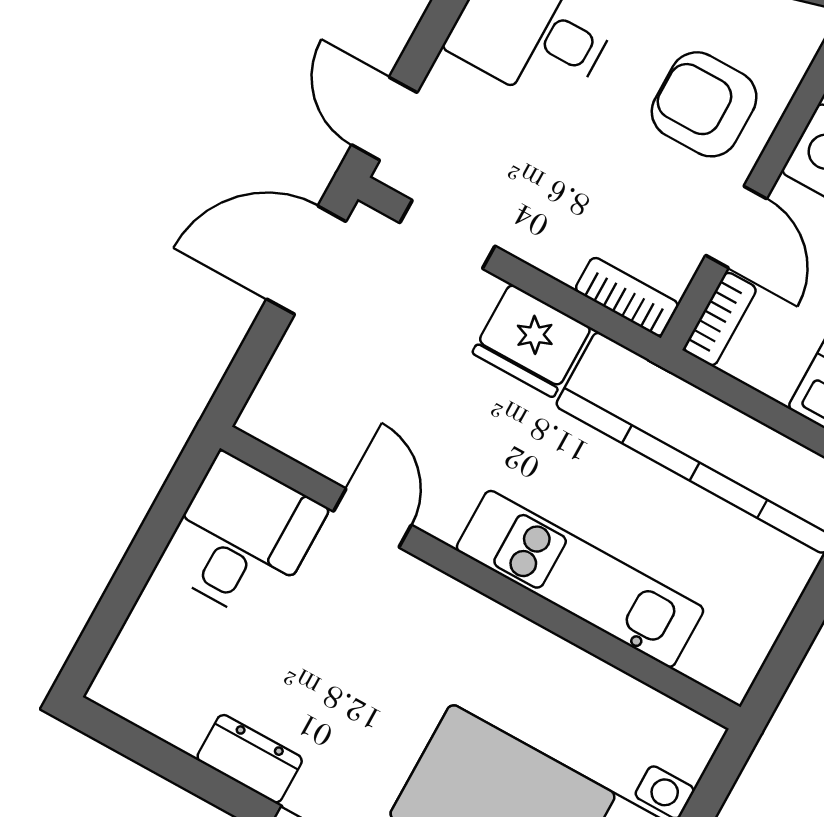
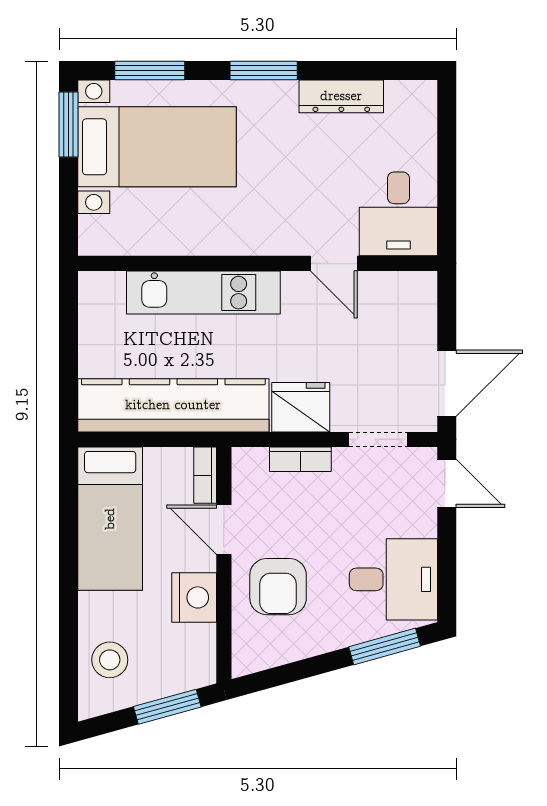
armchair: (704, 104) -> (278, 587), turned 90
bookcase: (627, 297) -> (300, 459), moved
dresser: (250, 759) -> (341, 96), width x1.44

